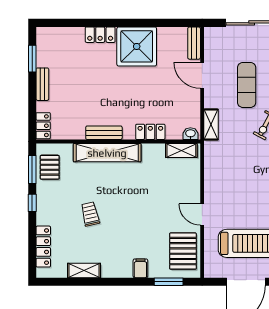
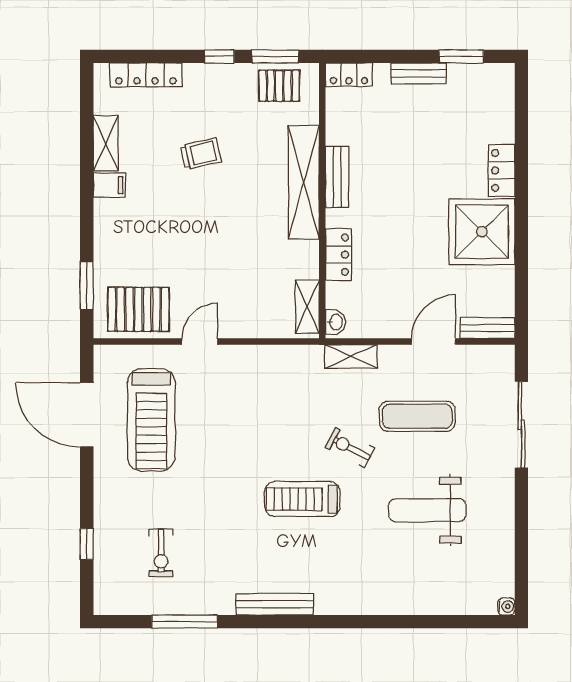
filing cabinet: (140, 268) -> (109, 185), moved

